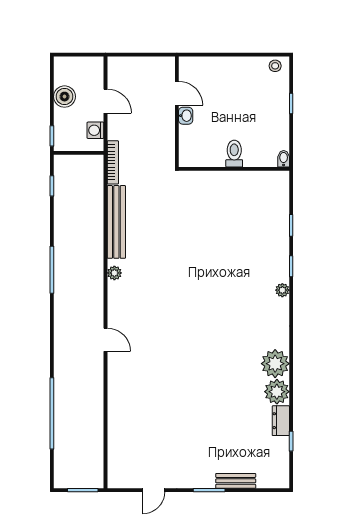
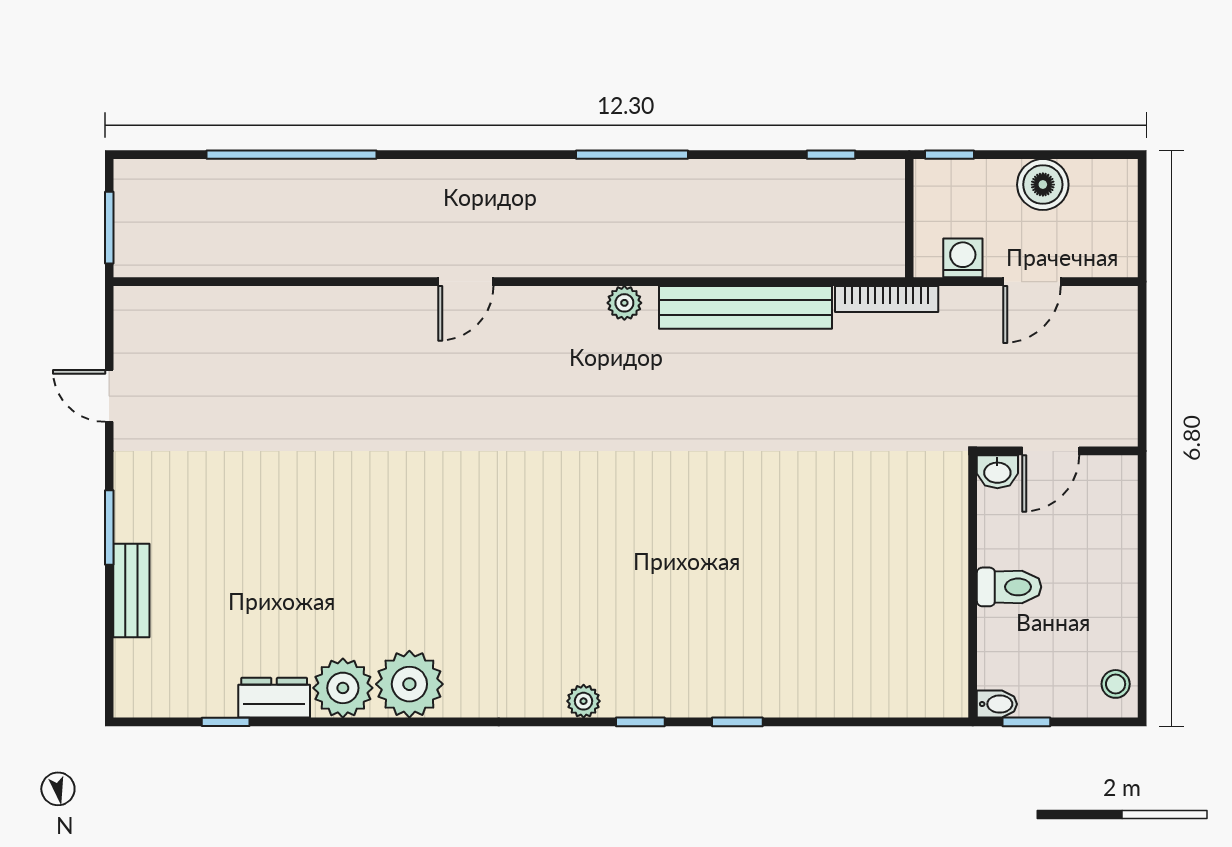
toilet: (234, 154) -> (1009, 587), moved
bidet: (284, 159) -> (997, 704), moved
wall: (234, 169) -> (973, 586), moved

